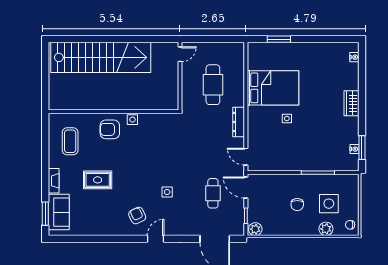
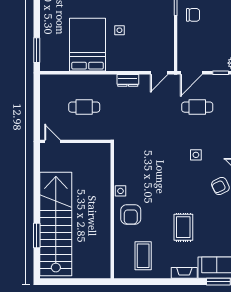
window: (90, 39) -> (37, 236), added
window: (279, 39) -> (37, 50), moved
cafe table: (213, 85) -> (84, 107), width x0.73, depth x0.74
dresser: (239, 122) -> (128, 80), width x0.70
coffee table: (70, 141) -> (143, 256), turned 90
chair: (297, 205) -> (193, 15), moved

